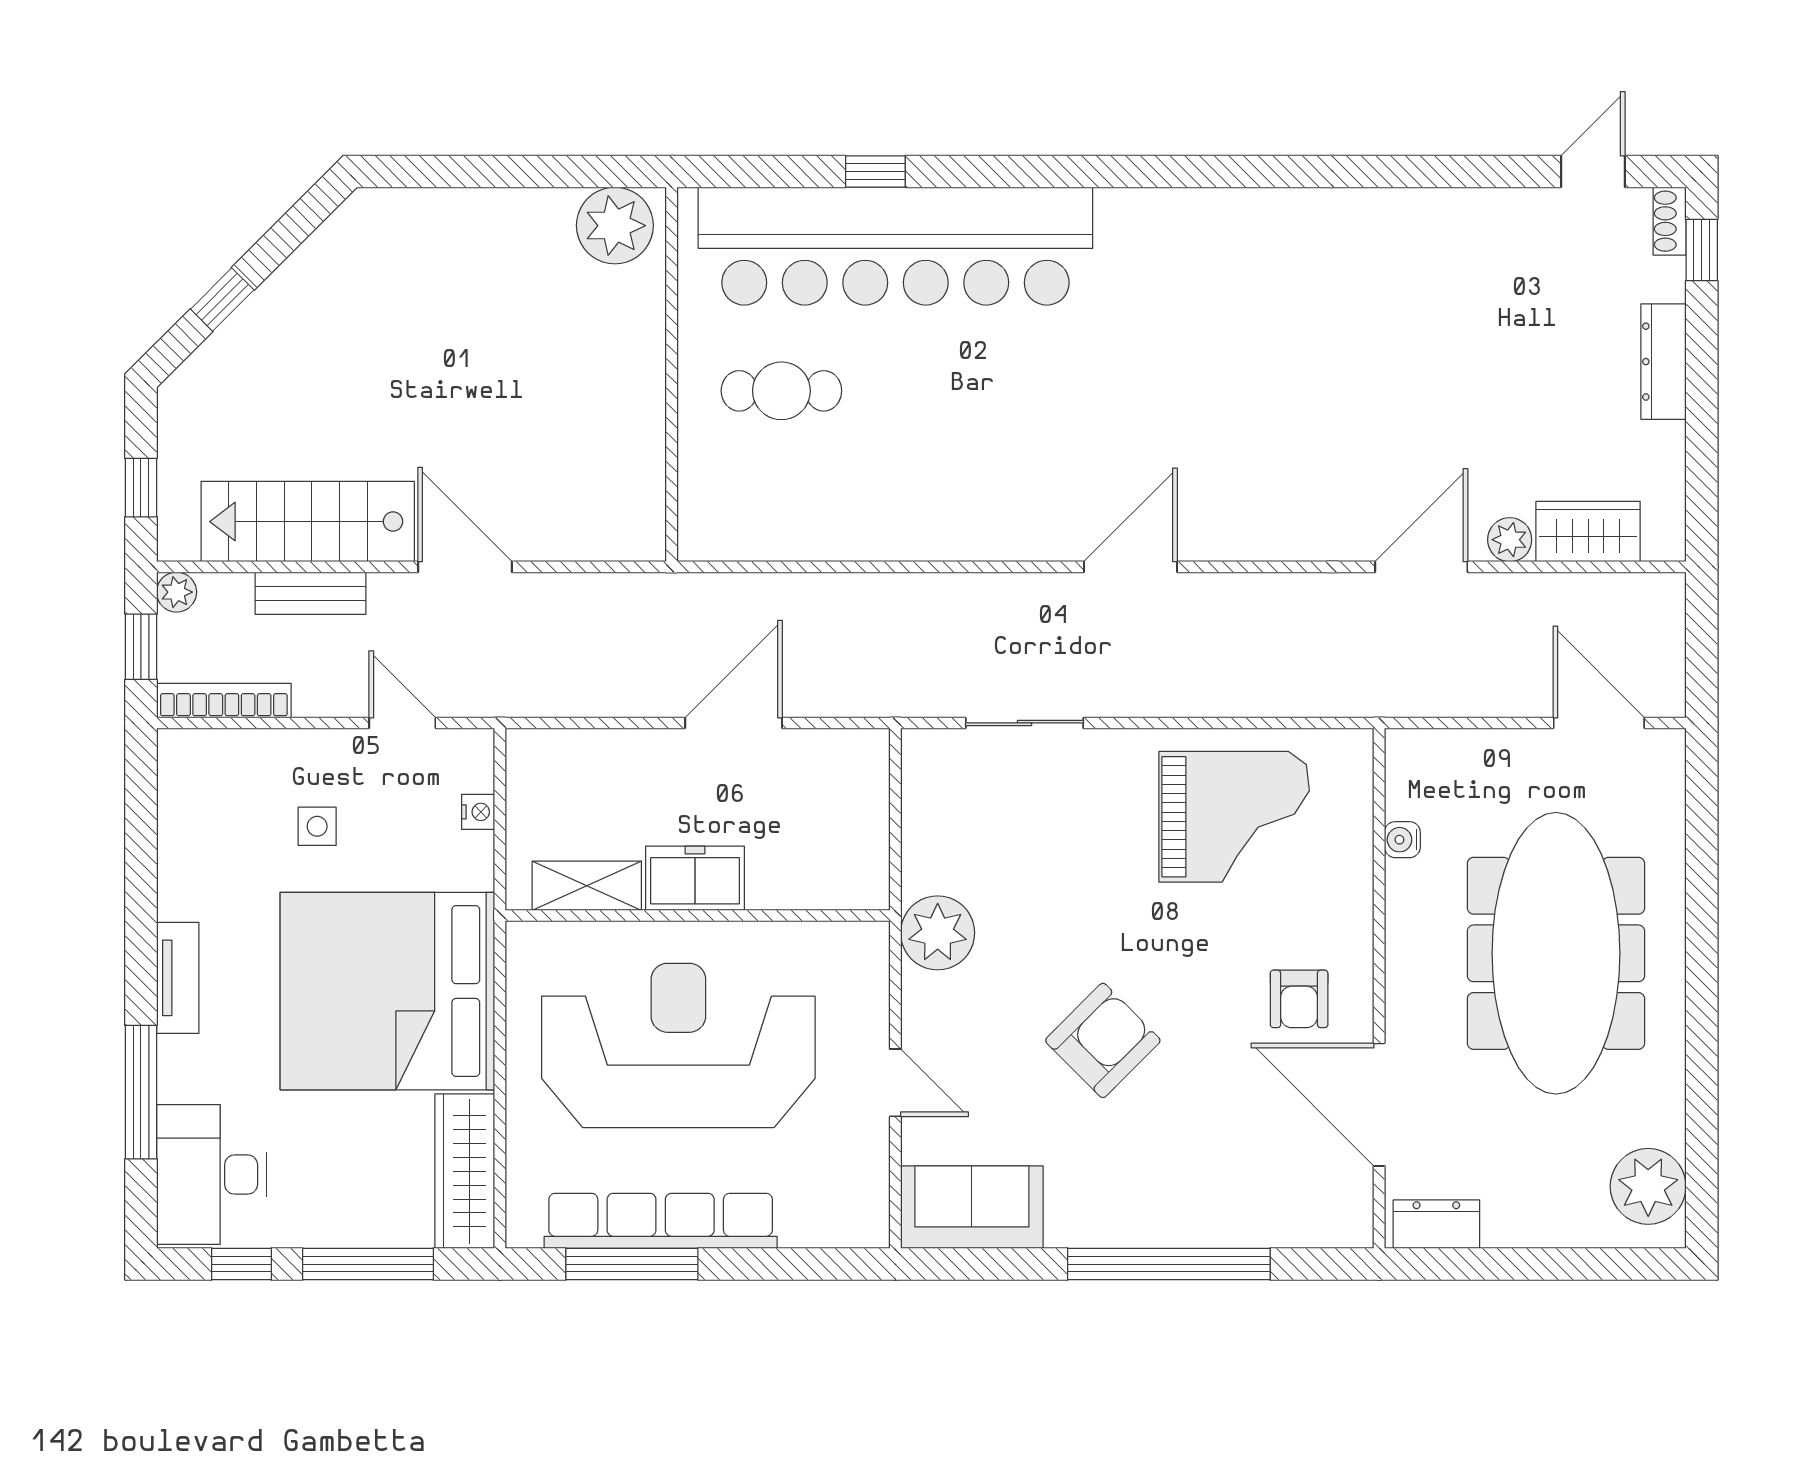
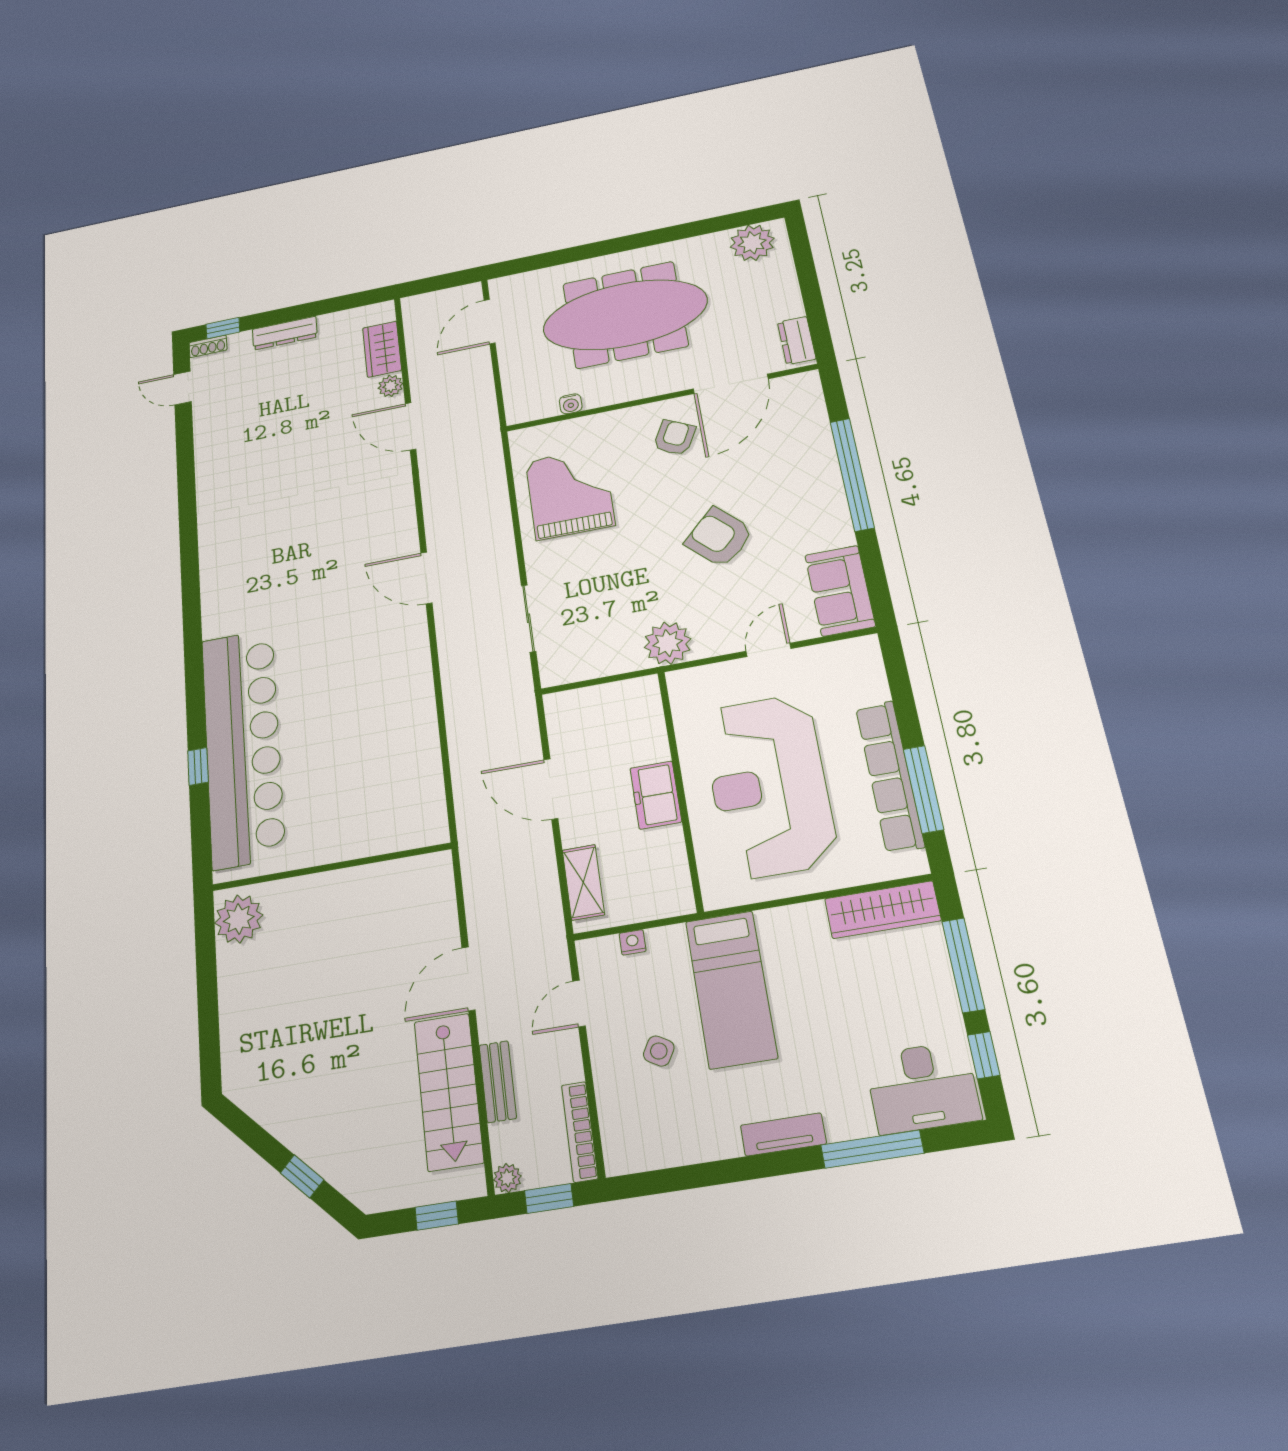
cafe table: (781, 391) -> (336, 798), removed
side table: (317, 826) -> (659, 1051), turned 30
shelving: (587, 886) -> (583, 882), moved
bed: (387, 991) -> (731, 989), width x0.49
armchair: (1299, 999) -> (674, 438), turned -63

